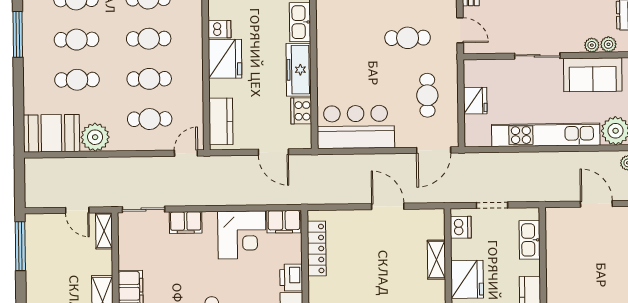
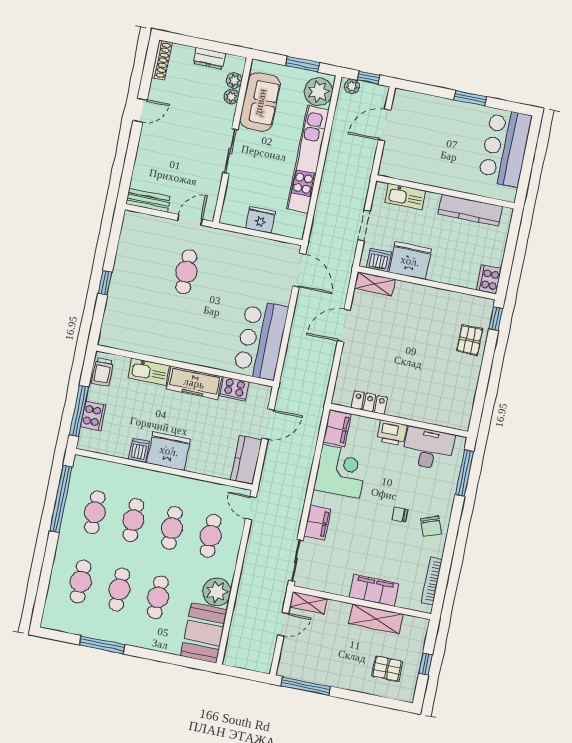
cafe table: (427, 95) -> (245, 265), removed
kitchen counter: (221, 121) -> (246, 460), moved, turned -90
locker: (317, 249) -> (369, 403), width x0.66
shelving: (436, 260) -> (375, 284), moved
fridge: (467, 279) -> (410, 261), moved

